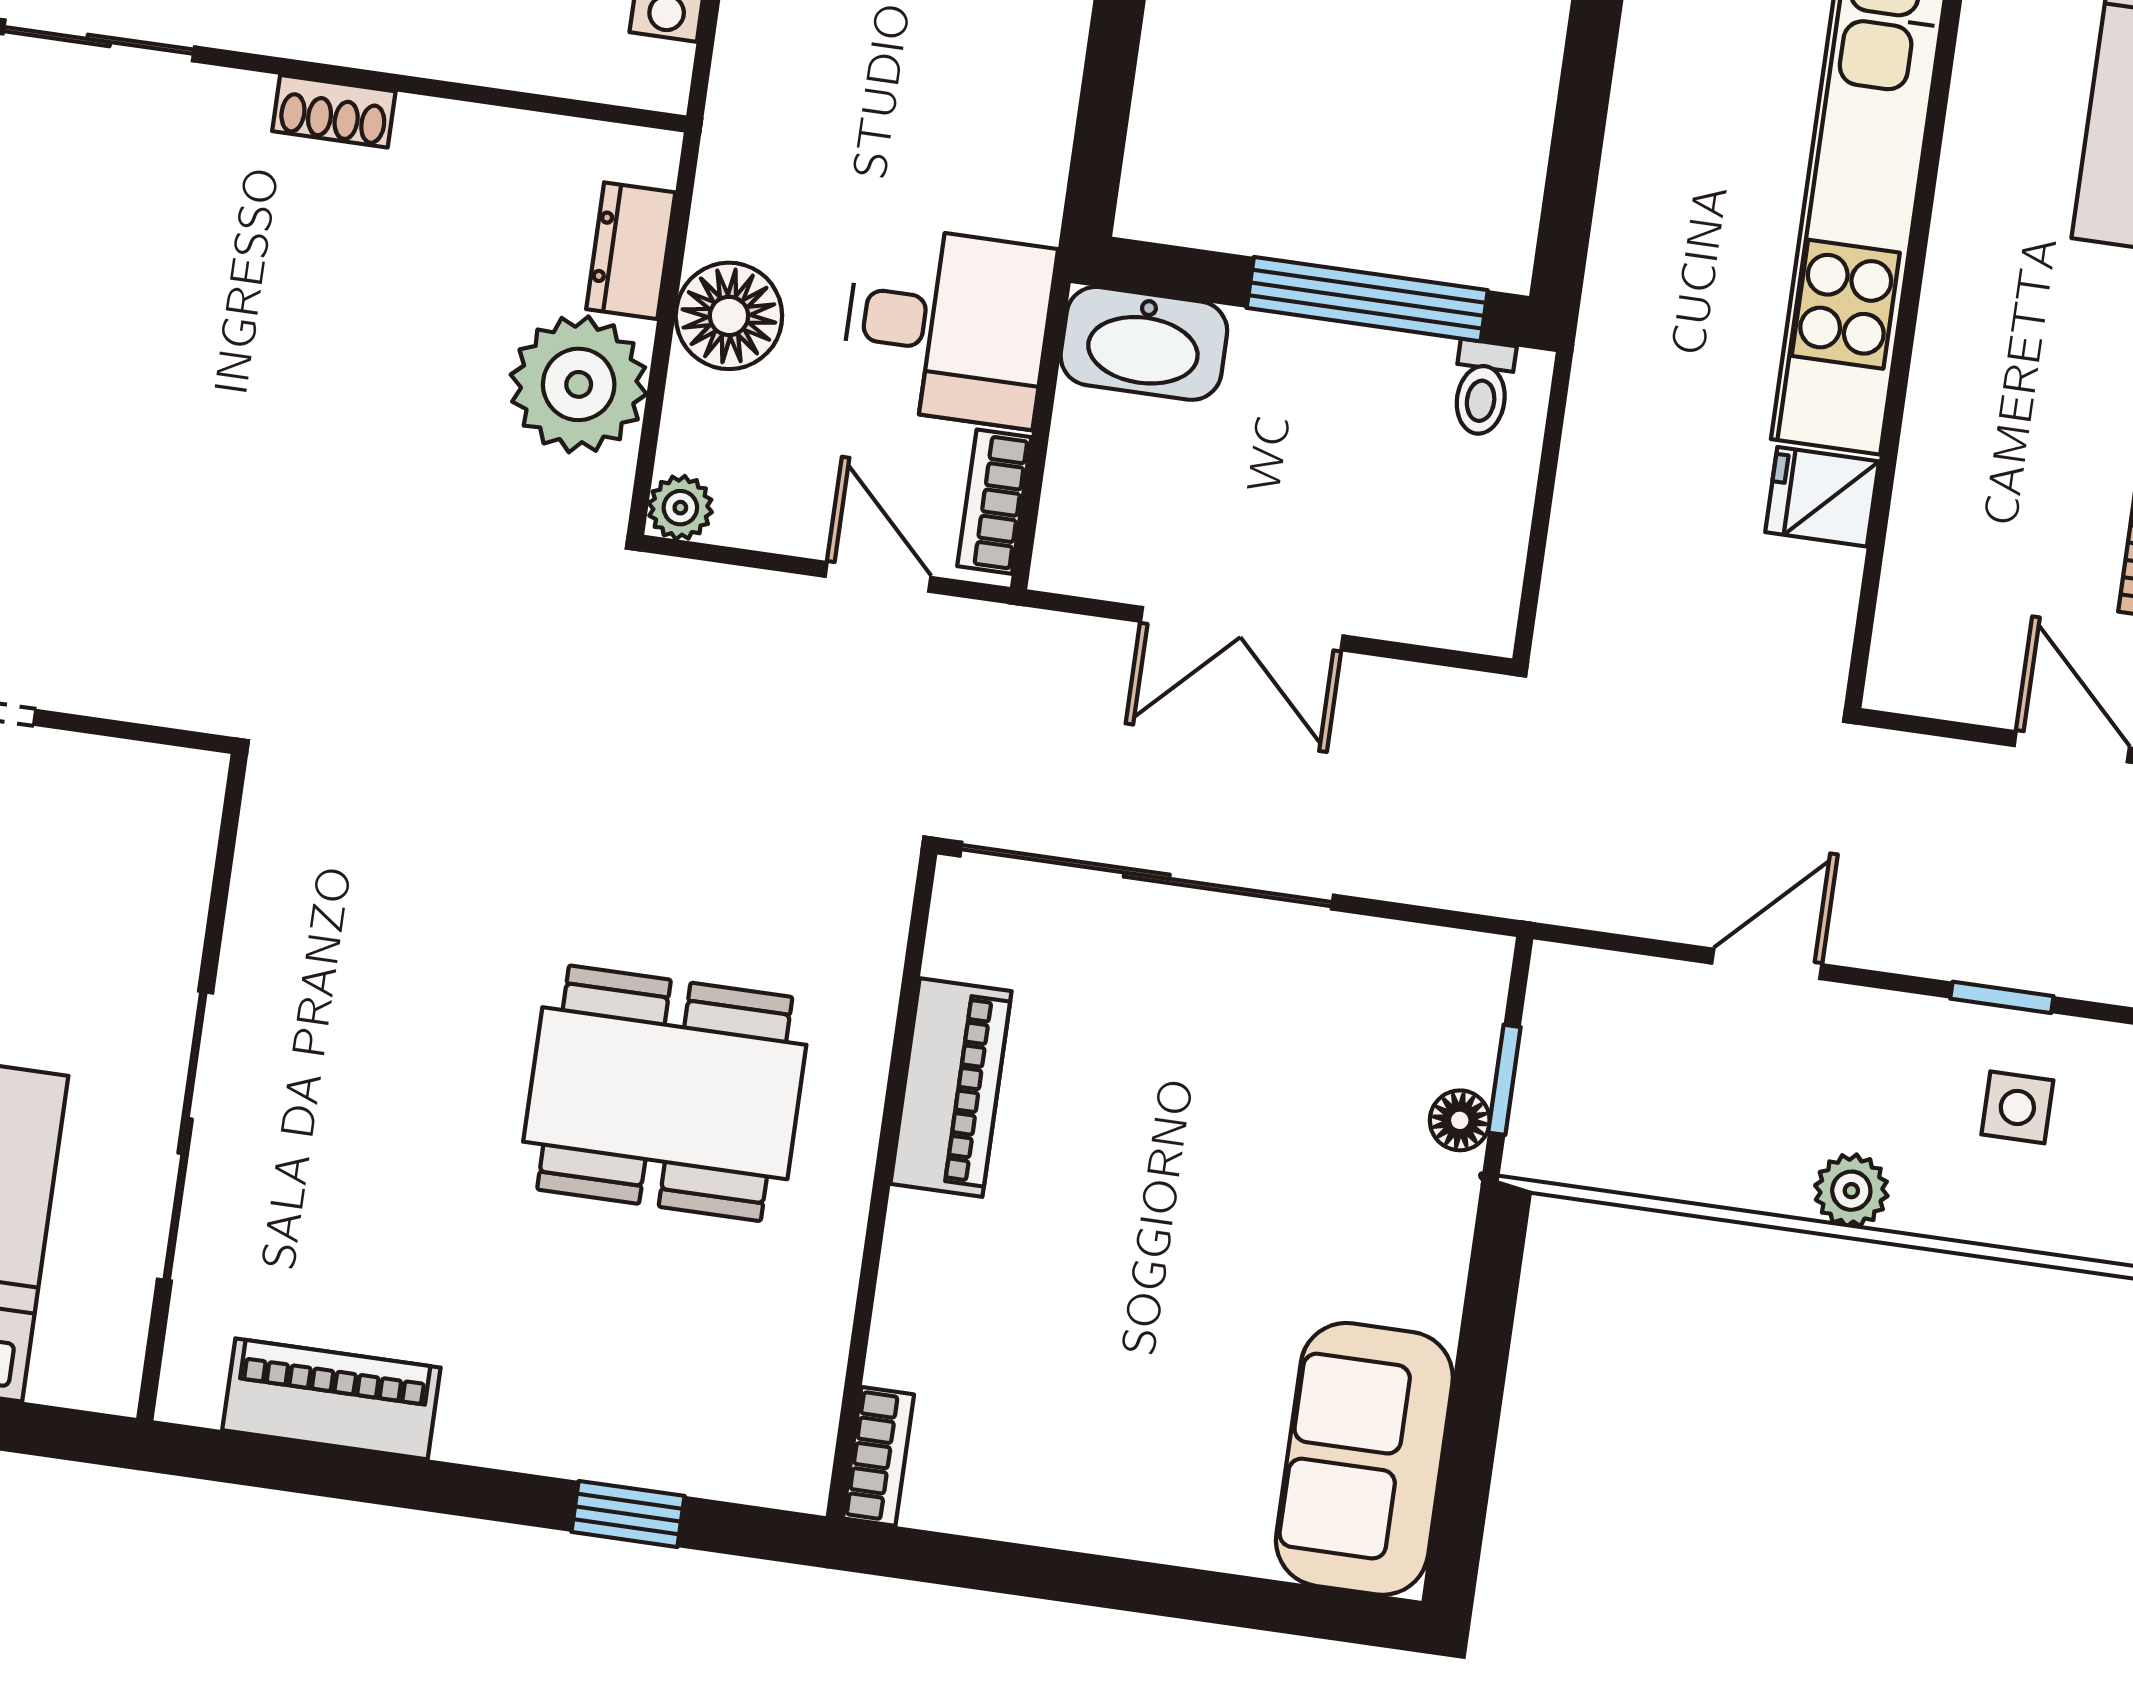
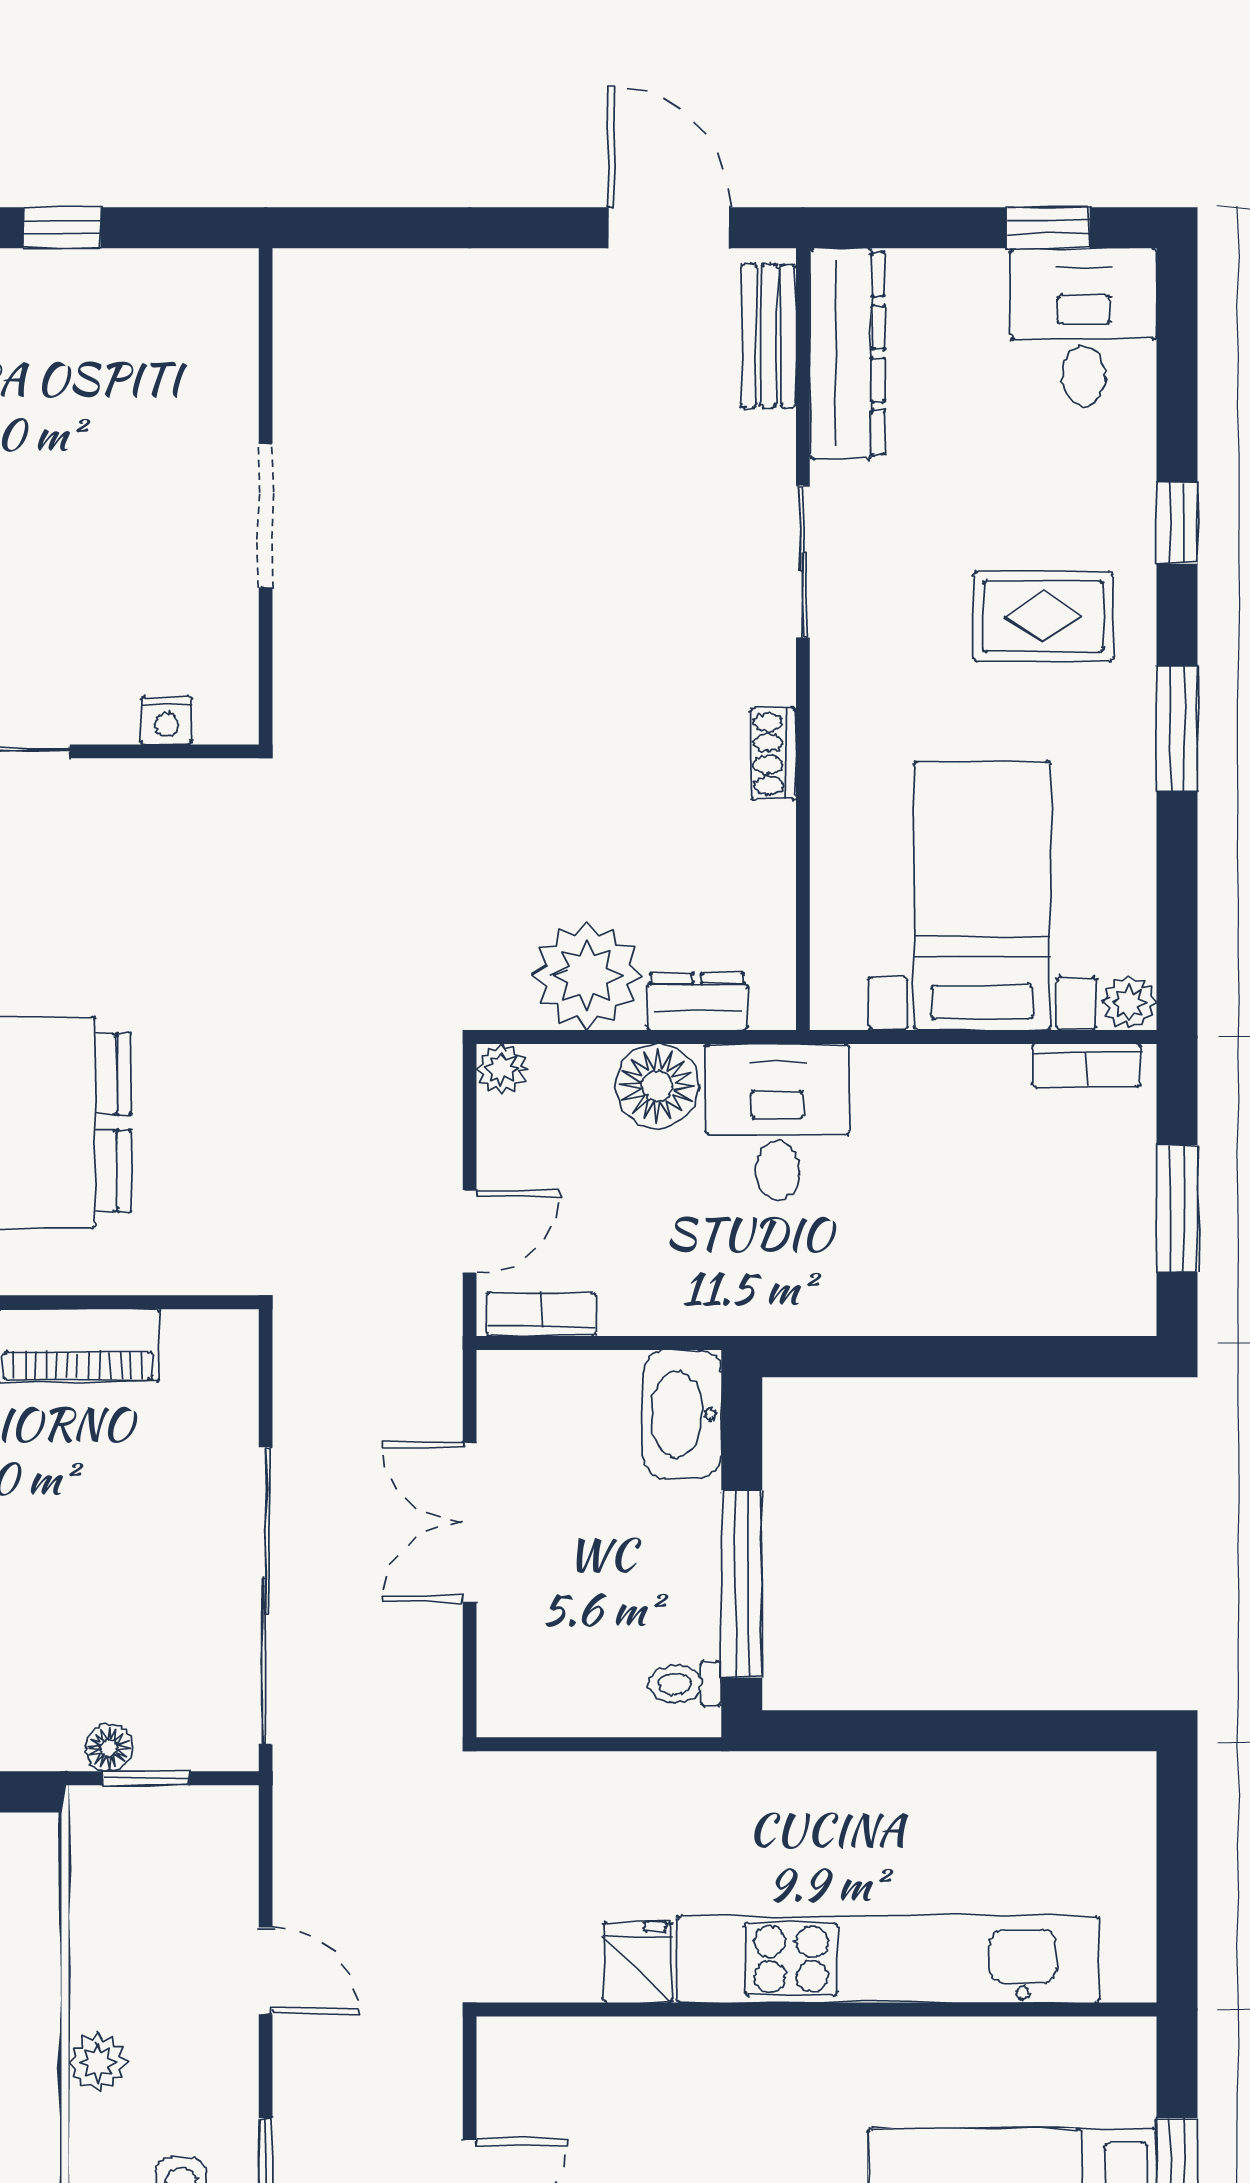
desk: (947, 326) -> (777, 1122), moved, turned 180
nightstand: (184, 865) -> (166, 721), added
sliding door: (1147, 876) -> (266, 1596), moved

